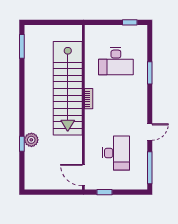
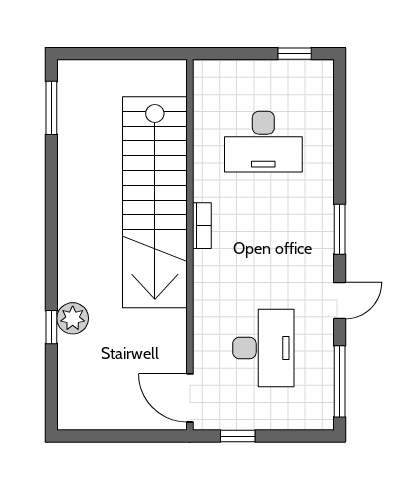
window: (150, 73) -> (340, 229), moved

